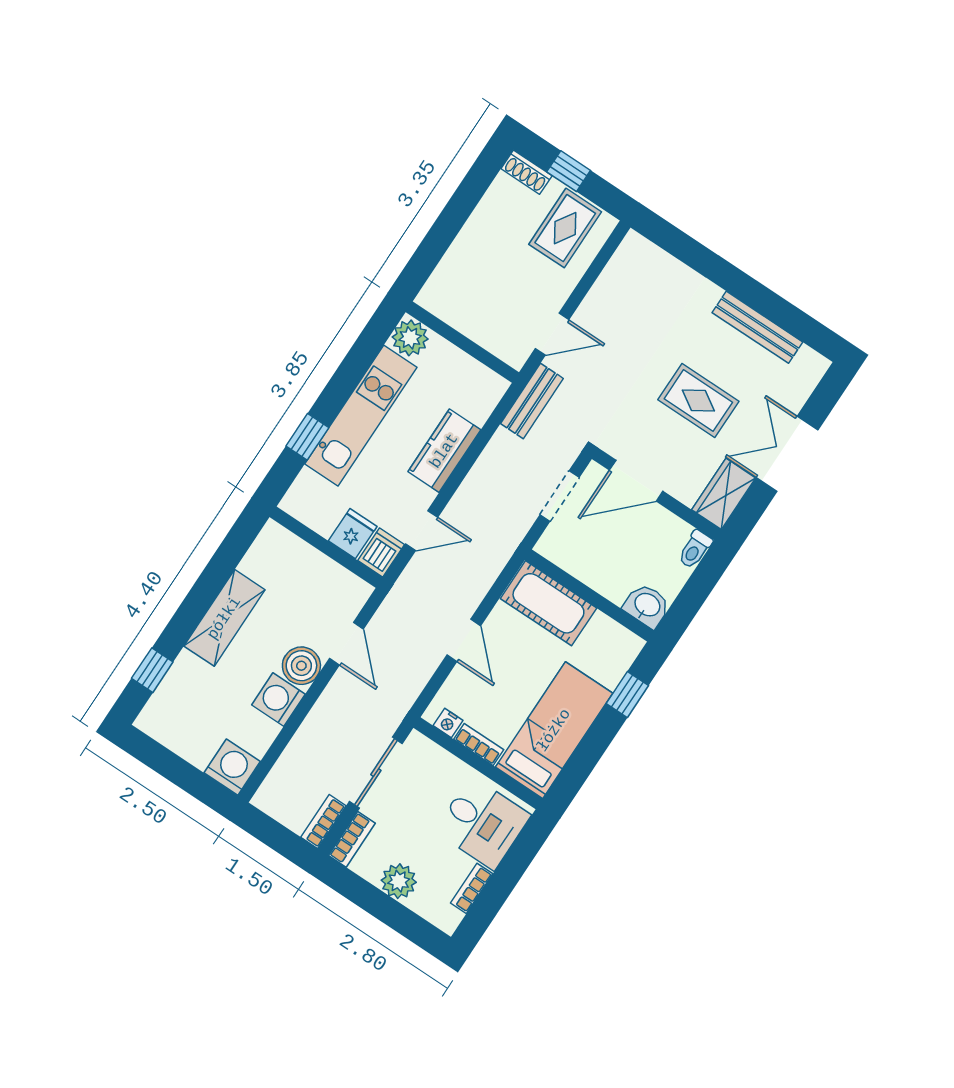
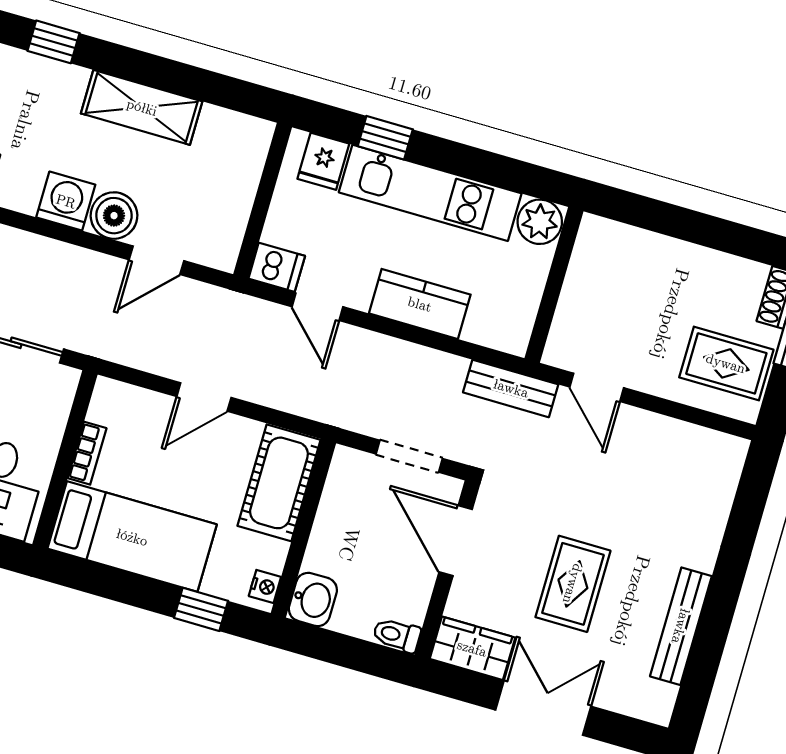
fridge: (353, 534) -> (323, 161), moved, turned 90
nightstand: (448, 723) -> (265, 587), moved, turned 180

